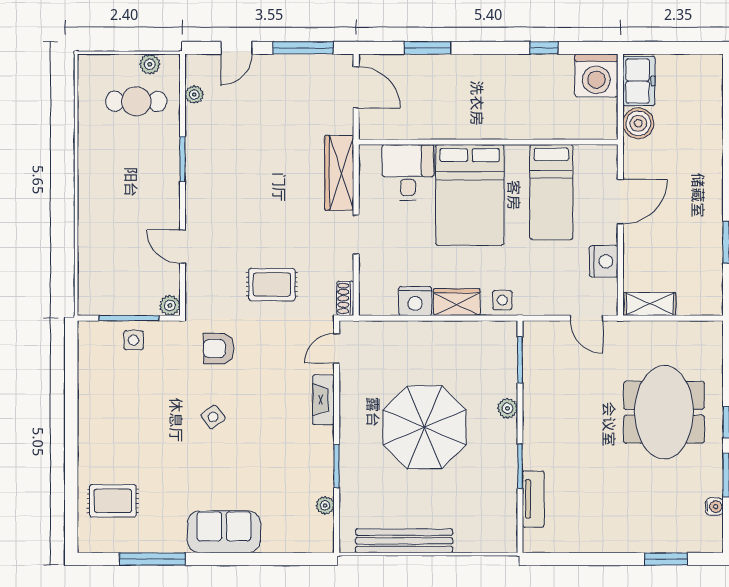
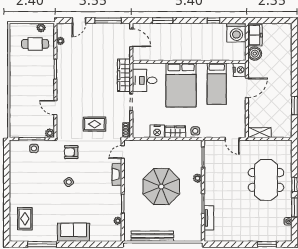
desk: (408, 172) -> (145, 80), moved, turned -90
nightstand: (604, 261) -> (240, 70), moved
rug: (113, 501) -> (25, 219), turned 90

